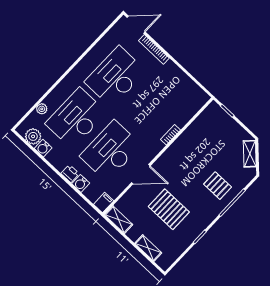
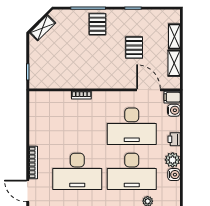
plant: (33, 136) -> (173, 160), moved
door: (141, 174) -> (148, 90), moved
water cooler: (81, 183) -> (174, 110), moved
pallet: (218, 186) -> (97, 24), moved
pallet: (169, 209) -> (134, 48), width x0.67, depth x0.71
shelving: (119, 220) -> (174, 63), moved

